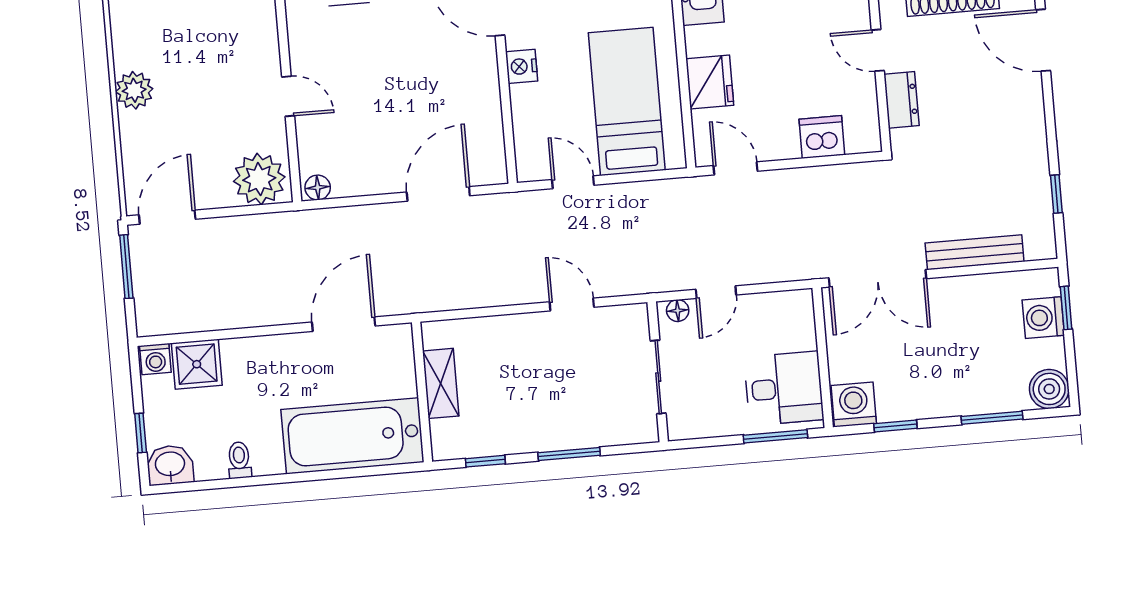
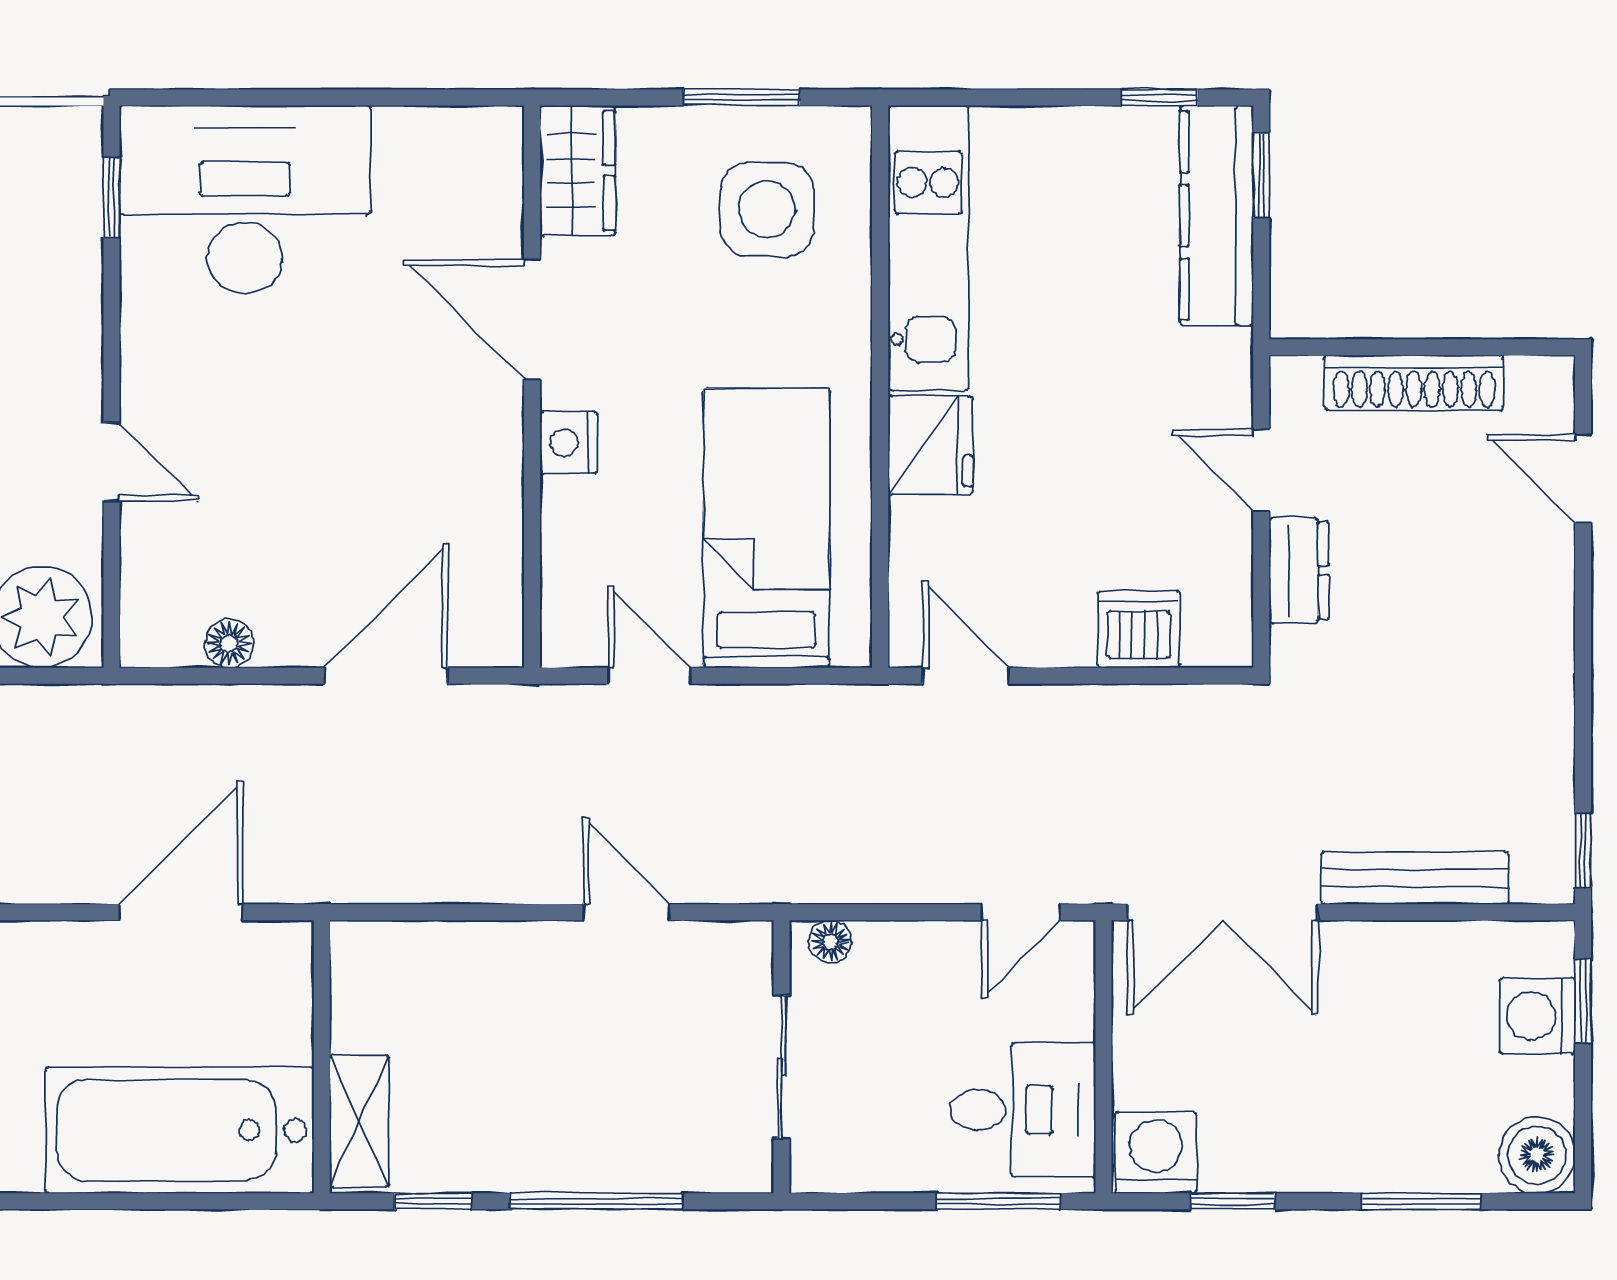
door: (1043, 40) -> (1583, 479), width x0.73
fridge: (710, 82) -> (930, 445), moved
floor lamp: (318, 188) -> (229, 643), moved
window: (1056, 194) -> (1583, 850), moved
door: (716, 292) -> (1021, 912), moved
shelving: (441, 383) -> (359, 1121), moved
window: (569, 454) -> (596, 1201), width x1.44

